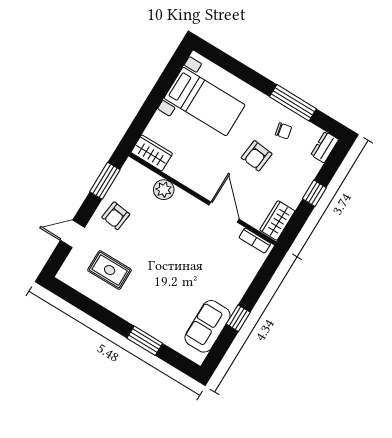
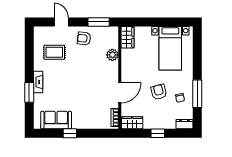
armchair: (257, 156) -> (159, 92), turned 69
rug: (110, 270) -> (54, 52), turned 90
fireplace: (138, 319) -> (38, 82), added

